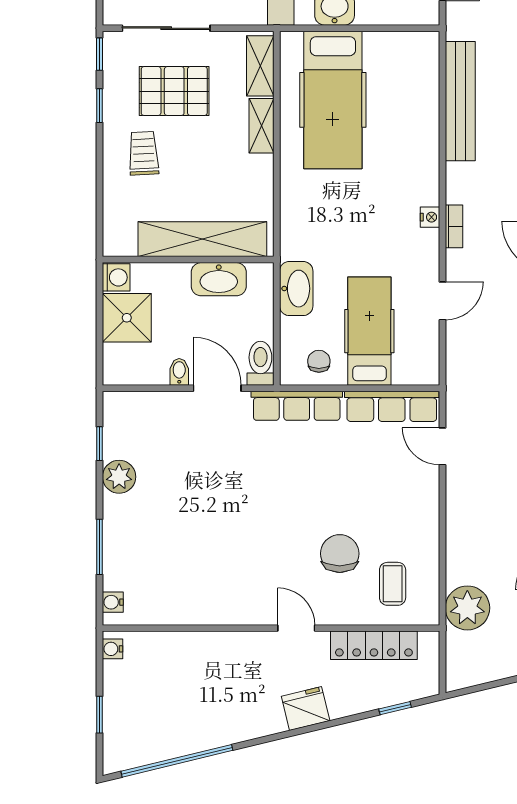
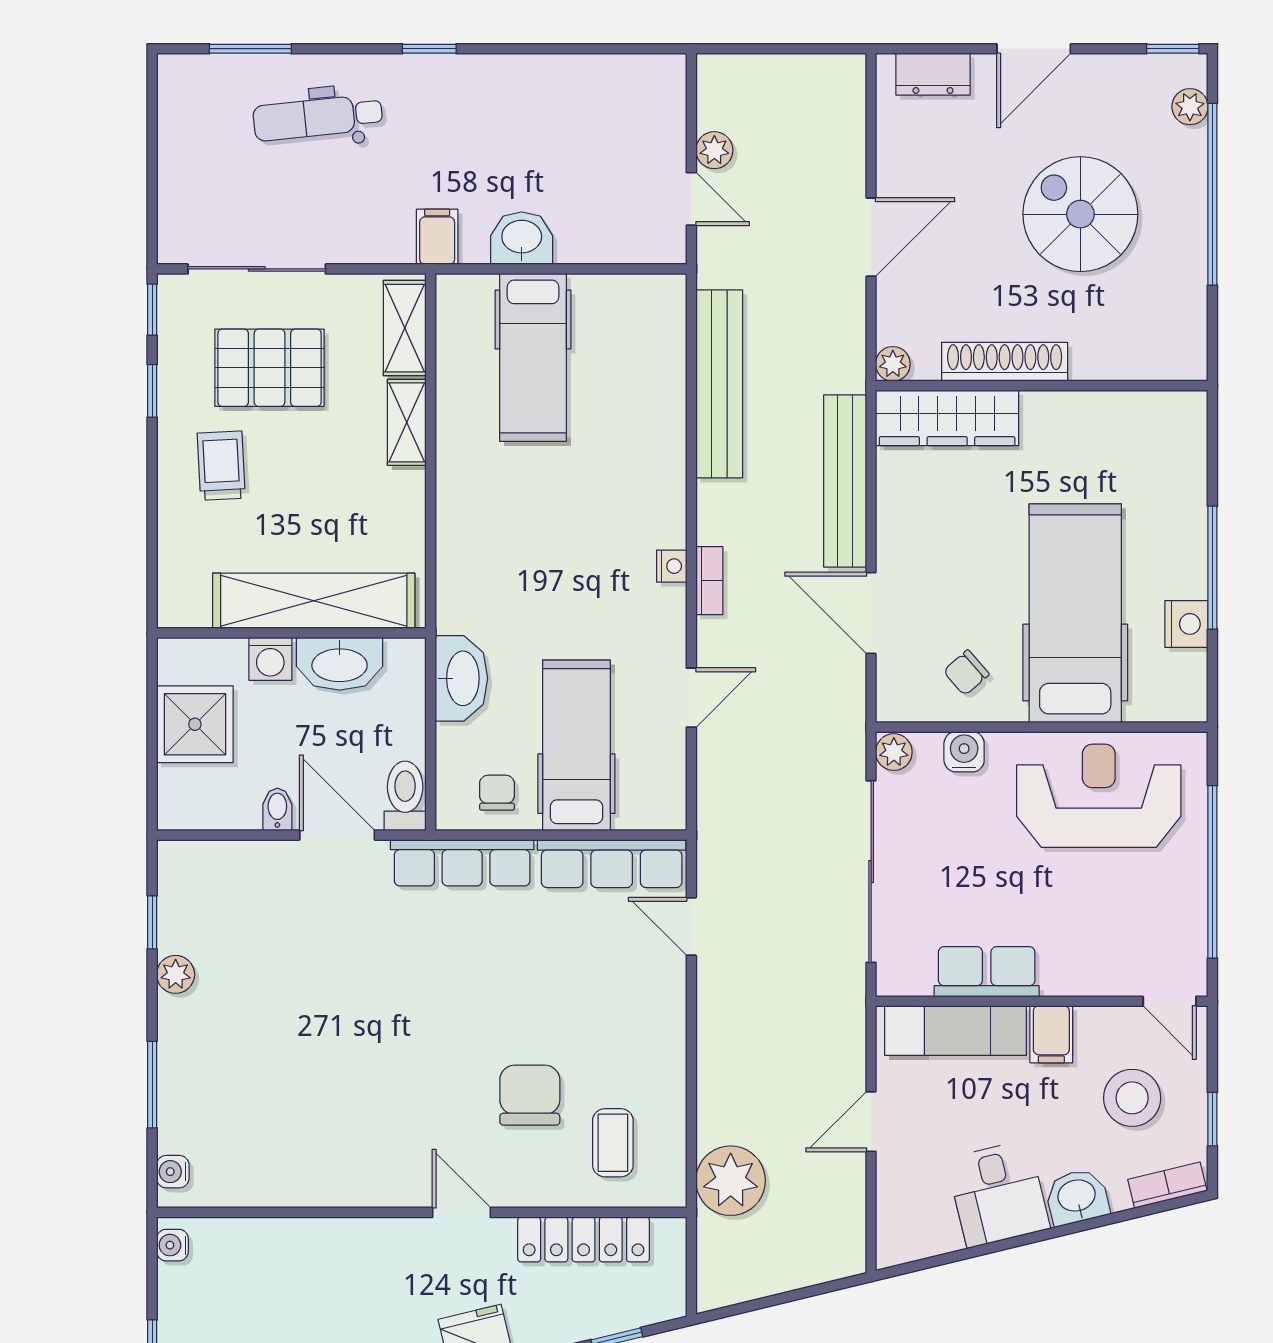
hospital bed: (333, 100) -> (533, 357), width x0.73, depth x0.78
washing machine: (116, 277) -> (270, 659), moved, turned 90
plant: (119, 477) -> (176, 974), width x0.73, depth x0.73

